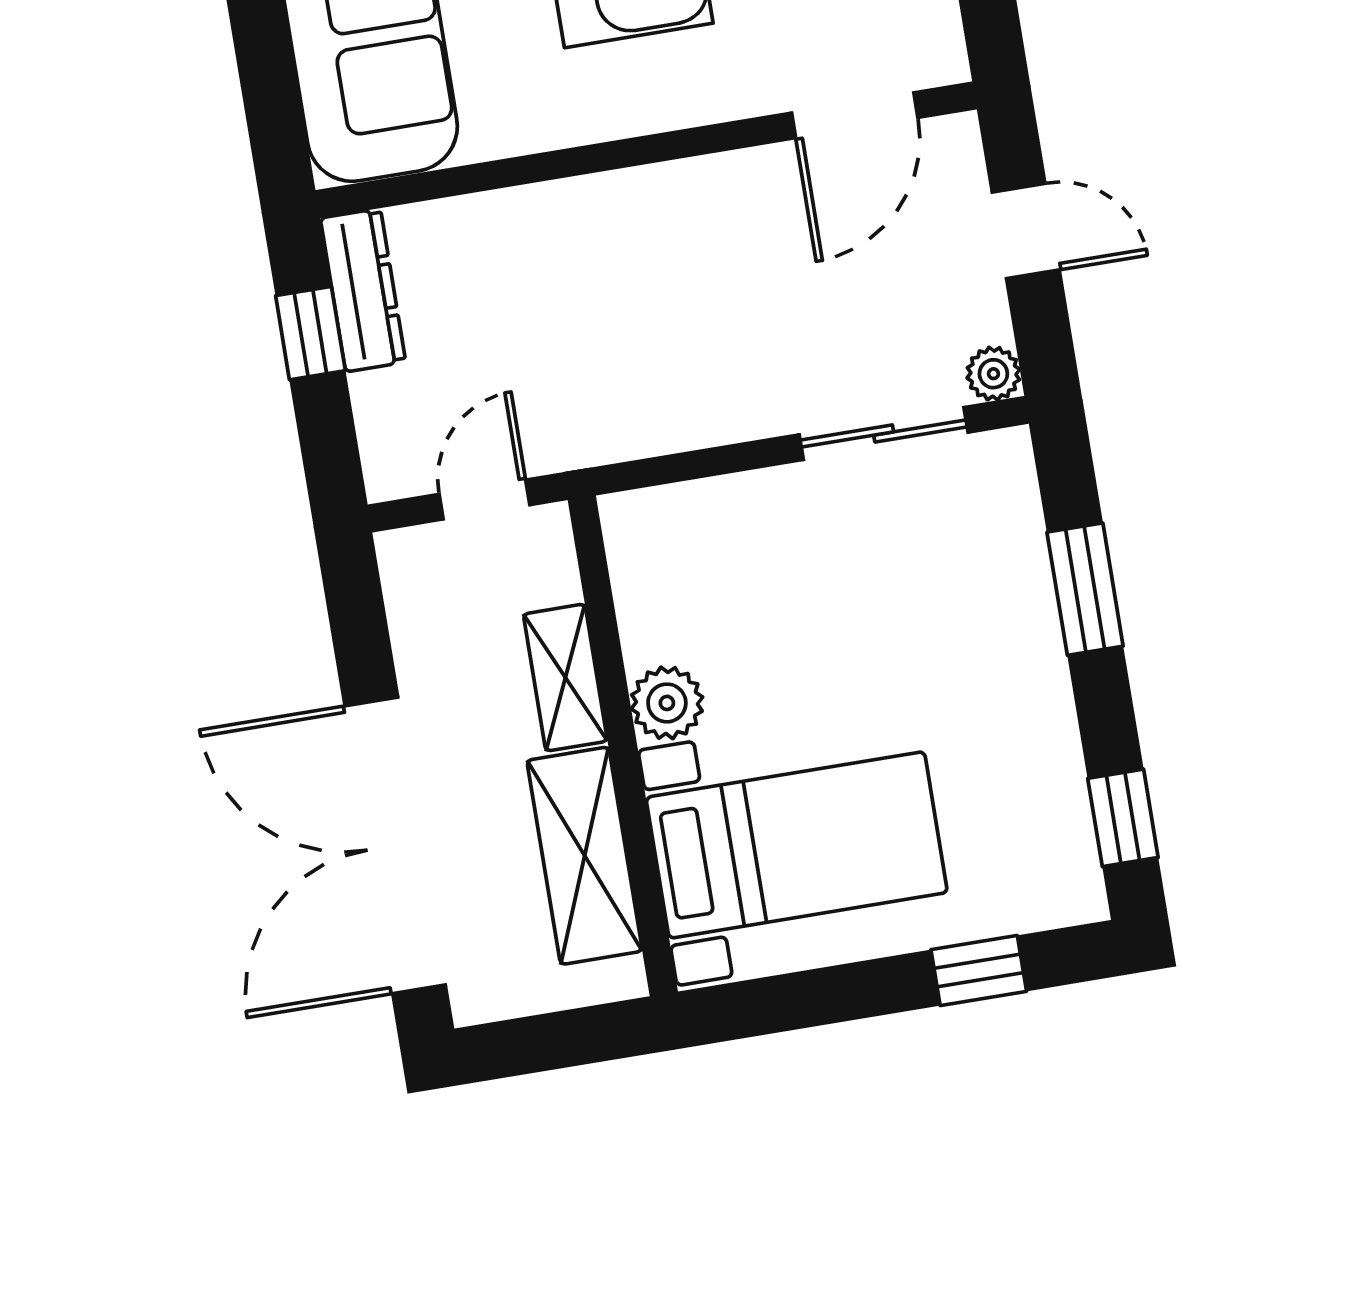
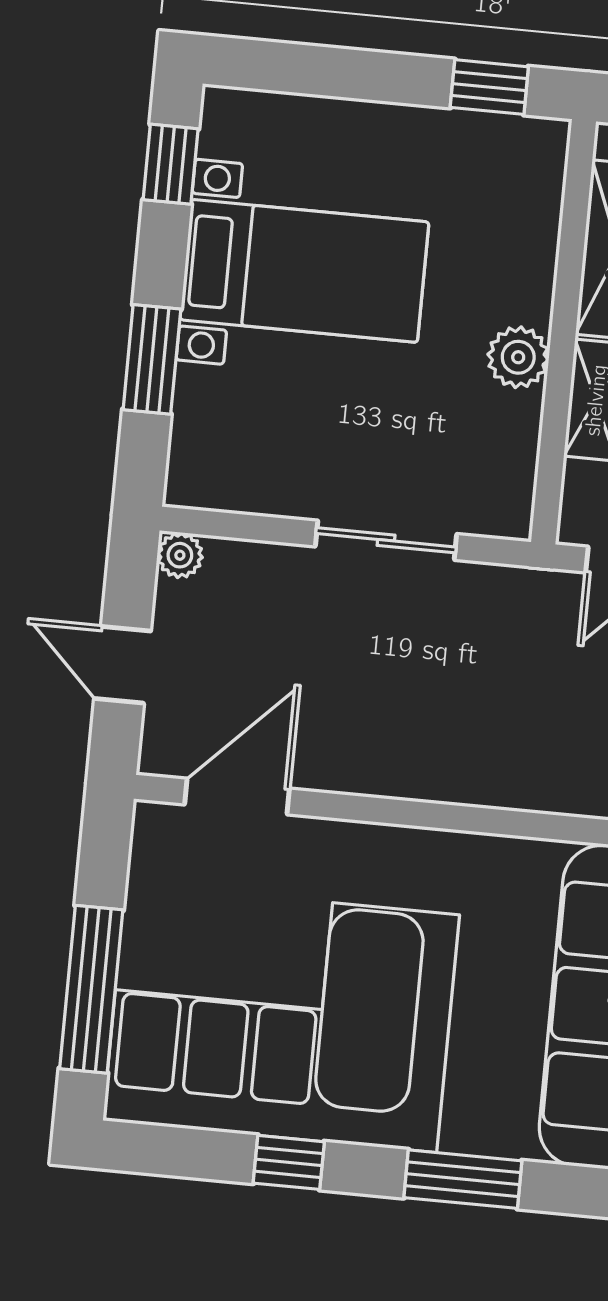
sliding door: (884, 433) -> (386, 540), moved
bed with nightstands: (797, 845) -> (304, 271), moved, turned 180
window: (979, 970) -> (489, 87), moved

